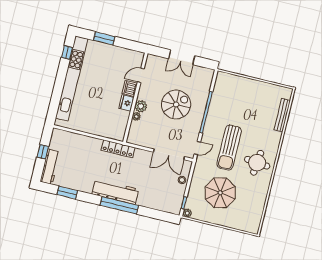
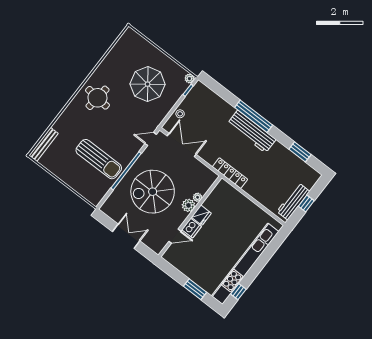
spiral stairs: (176, 104) -> (153, 192), width x1.37, depth x1.37
bench: (282, 115) -> (44, 144), moved
sun lounger: (229, 148) -> (99, 159), moved, turned 90
workbench: (50, 167) -> (293, 201), moved

